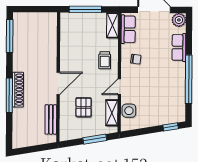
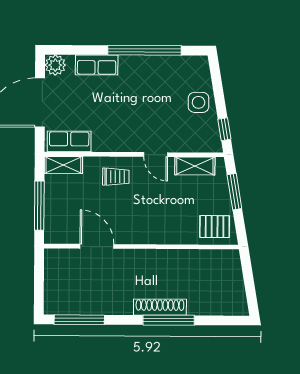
chair: (136, 59) -> (114, 130), removed
door: (58, 83) -> (97, 246), moved
pallet: (84, 107) -> (215, 227), moved
side table: (129, 111) -> (199, 102), moved
bench: (51, 119) -> (205, 258), removed
window: (171, 127) -> (224, 129), moved

